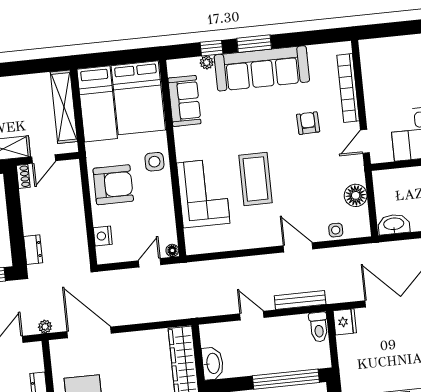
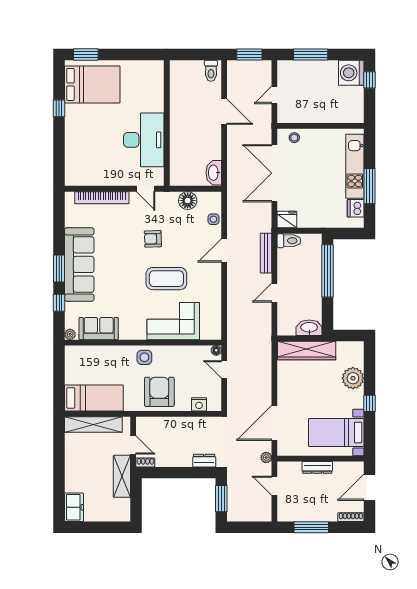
plant: (207, 62) -> (70, 334), moved
bed: (138, 98) -> (92, 365), removed
armchair: (308, 123) -> (153, 239), moved

